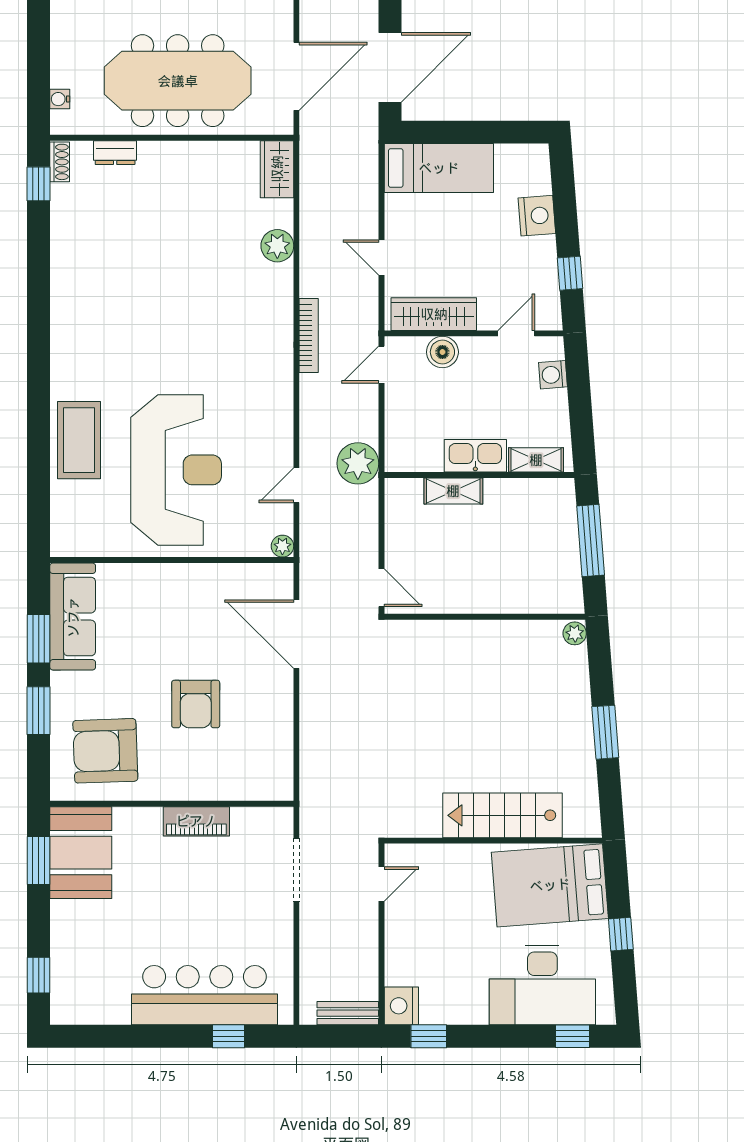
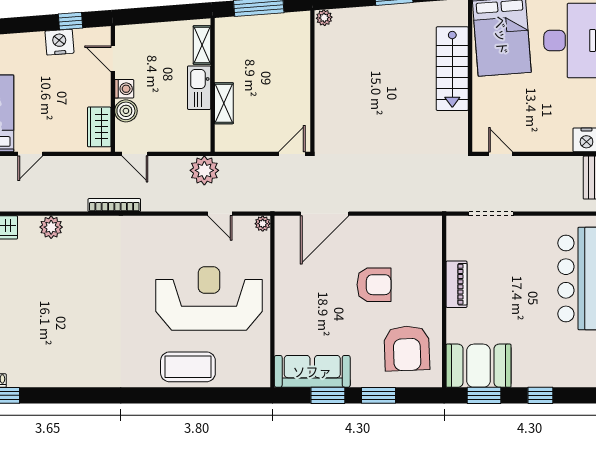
nightstand: (537, 216) -> (59, 42), moved
door: (381, 257) -> (30, 154), moved
wardrobe: (434, 314) -> (99, 127), width x0.67
washing machine: (553, 375) -> (124, 89), moved, turned -86
window: (39, 975) -> (540, 395), moved

